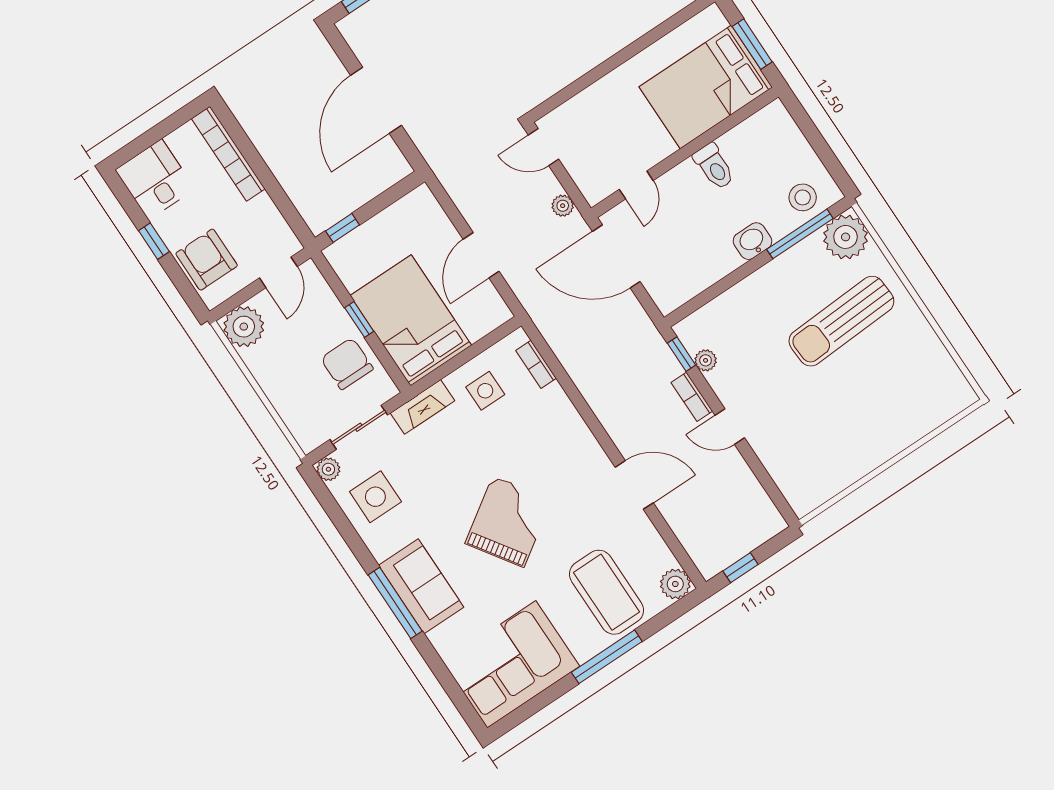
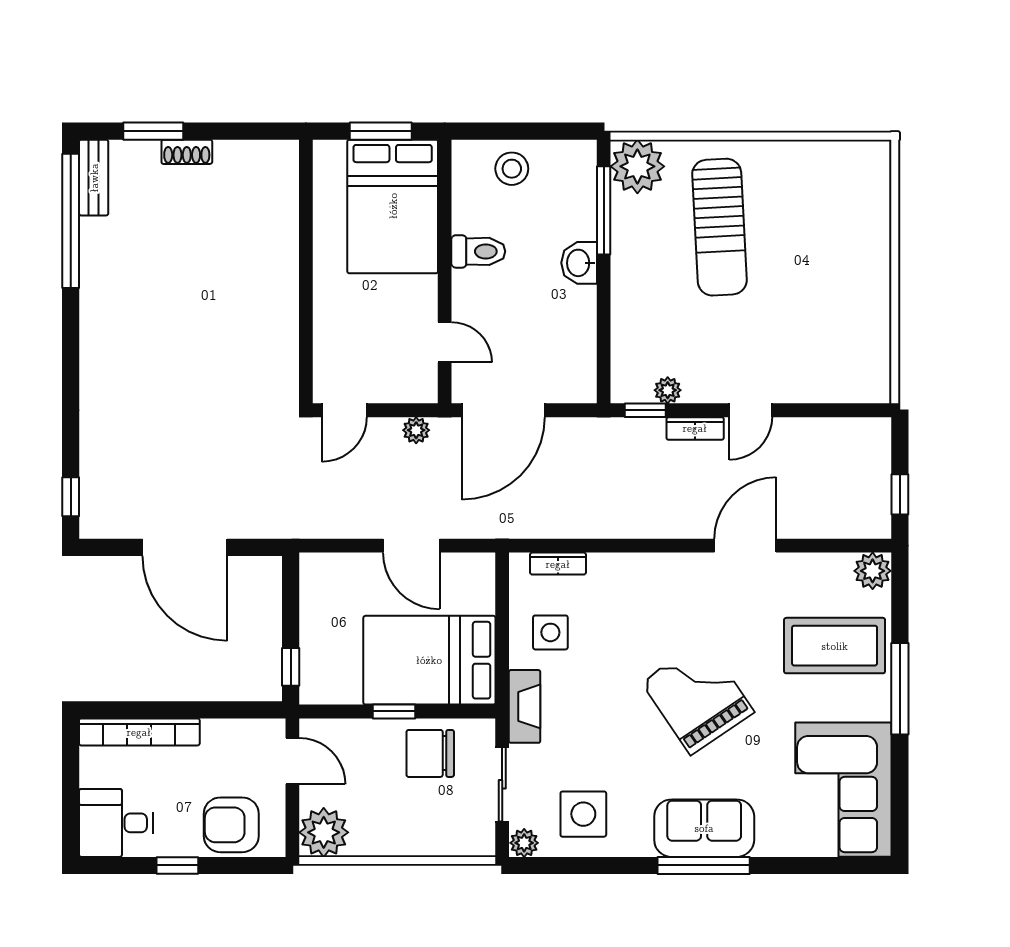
stool: (803, 197) -> (512, 169), moved

